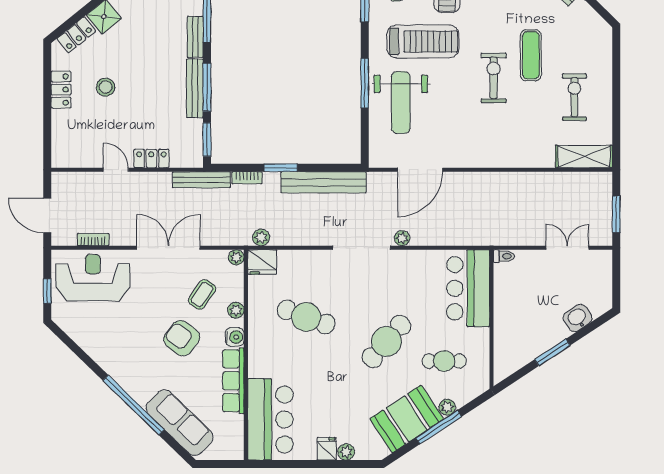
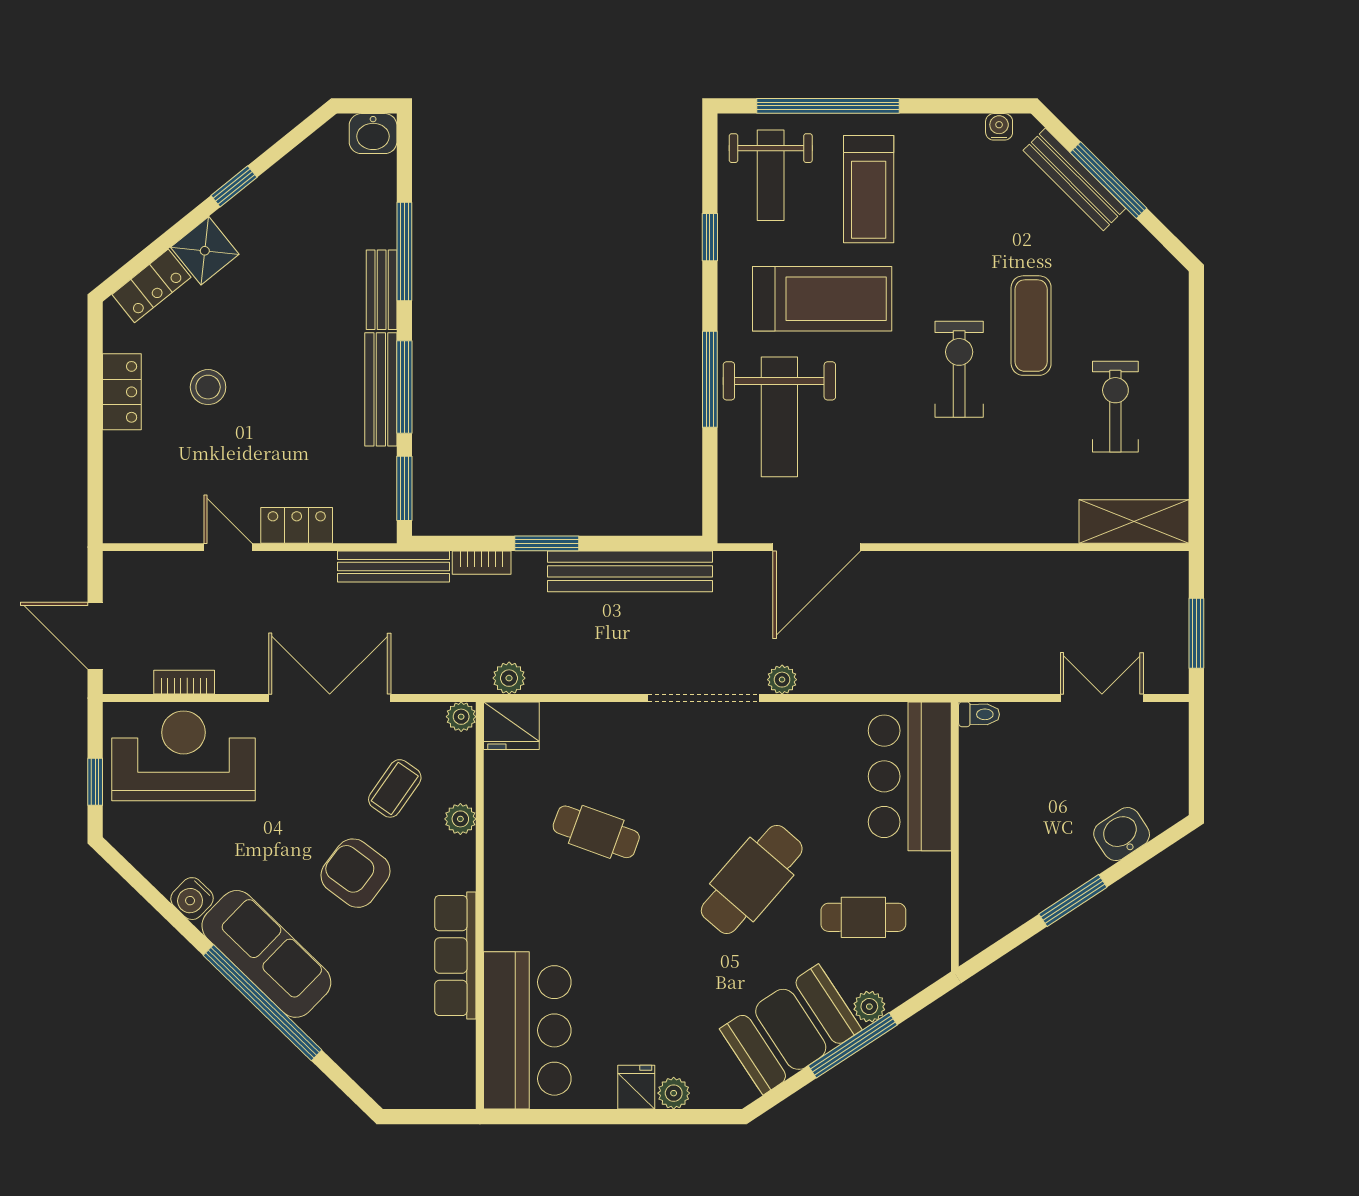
cafe table: (306, 317) -> (596, 832), width x0.73, depth x0.74
water cooler: (235, 337) -> (192, 899), moved, turned 134
sofa: (180, 423) -> (266, 954), moved

